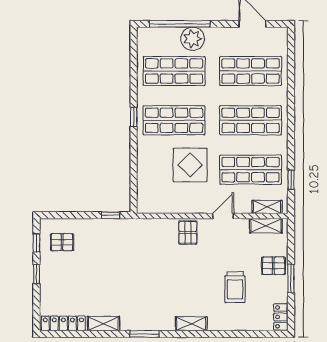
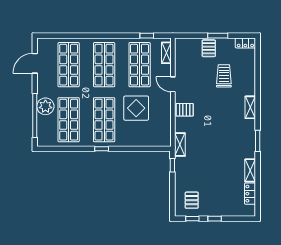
shelving: (266, 226) -> (180, 145), moved
trolley: (235, 287) -> (224, 76), turned -90
locker: (63, 323) -> (250, 194), width x0.66

